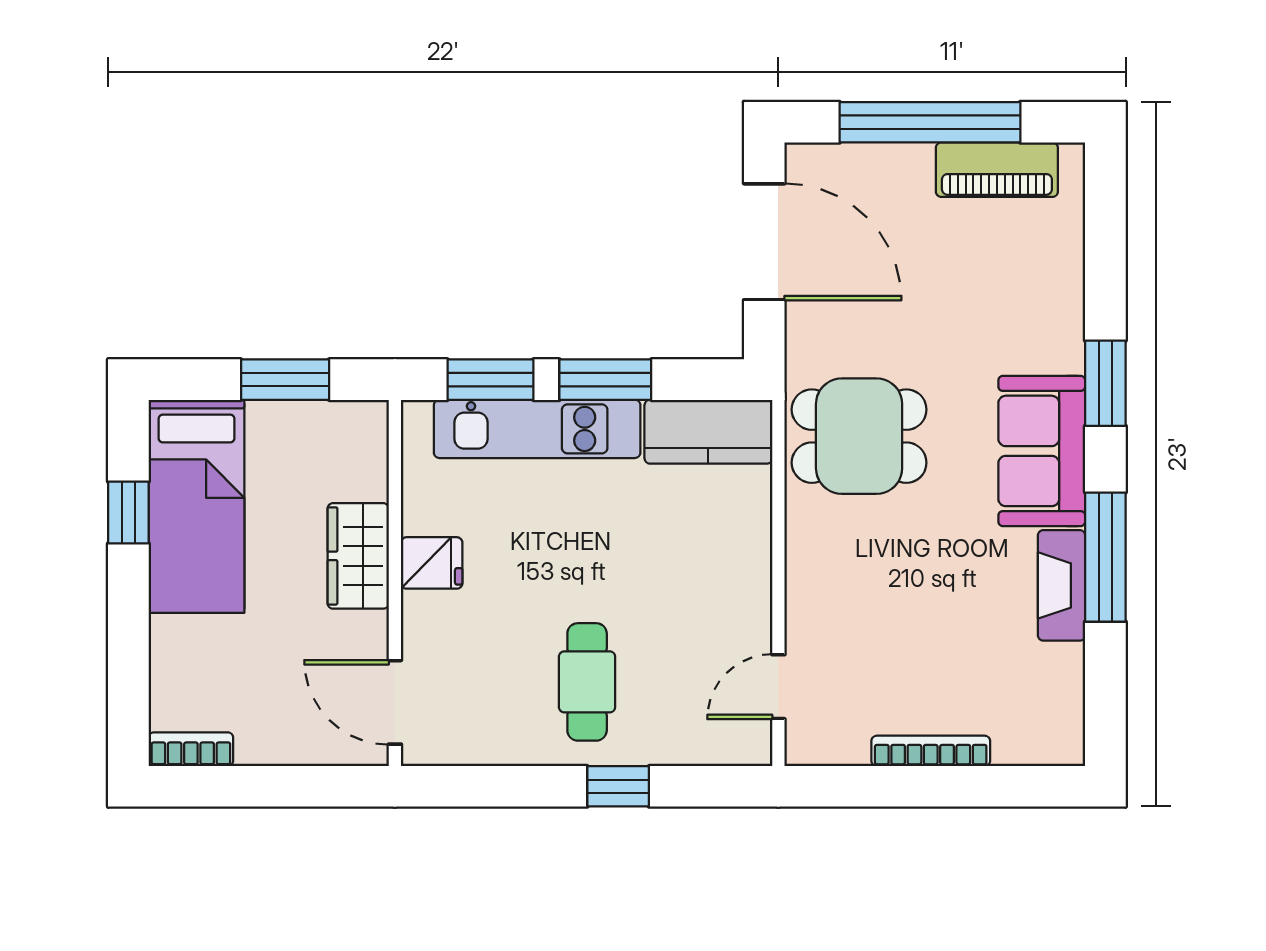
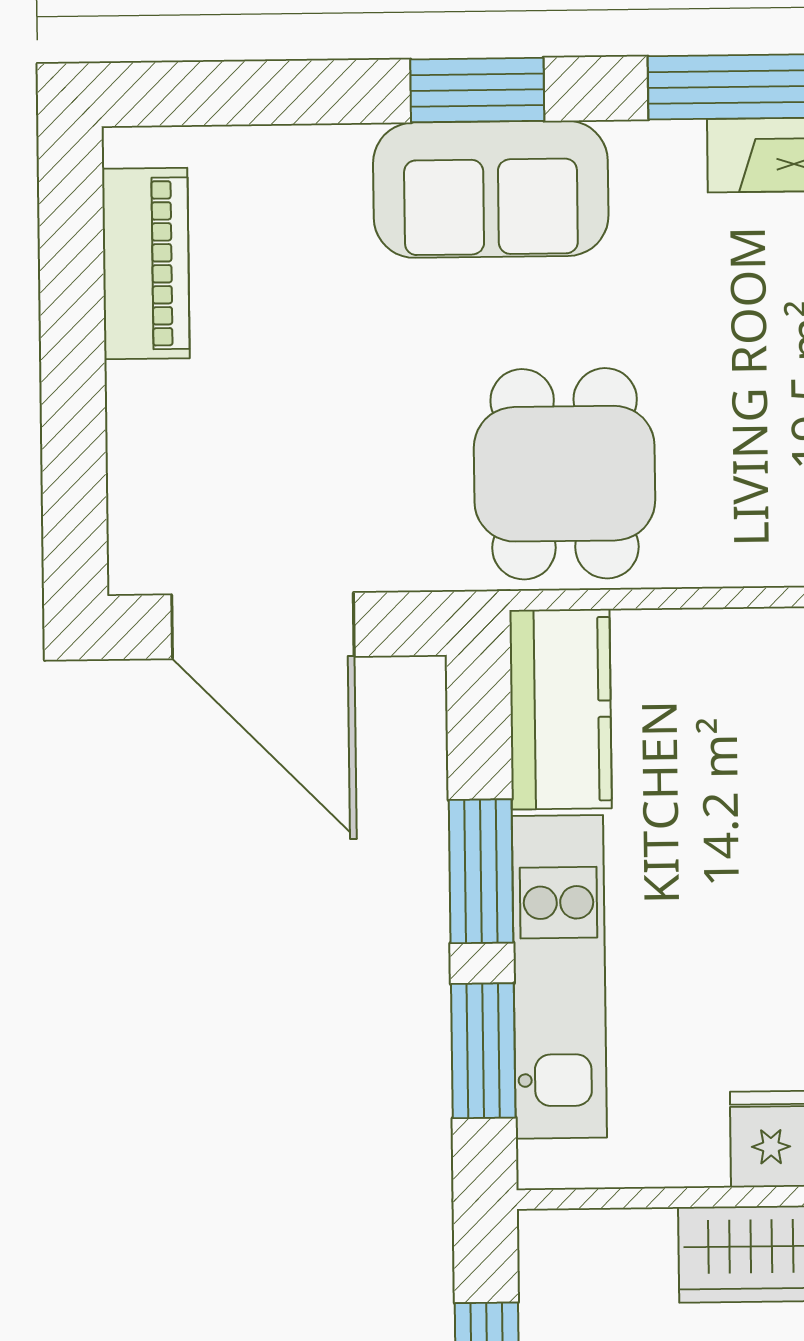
window: (930, 122) -> (73, 369), removed
door: (764, 242) -> (263, 626), swing flipped
sofa: (1042, 451) -> (491, 189), moved

